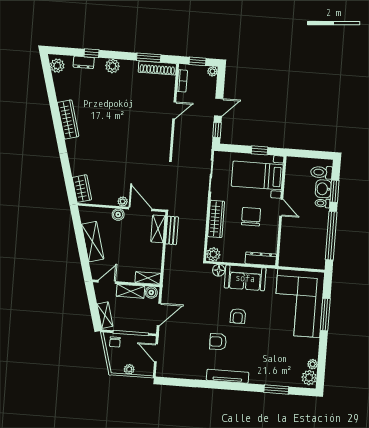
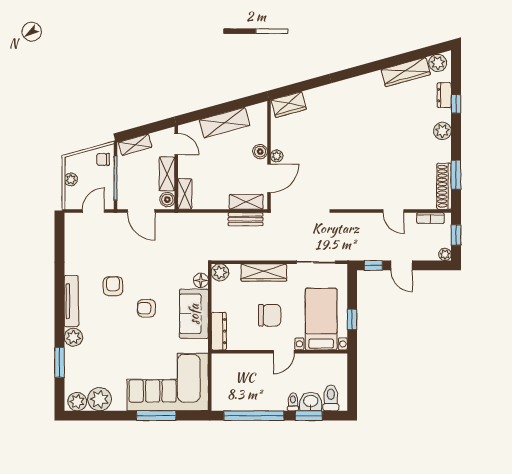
wardrobe: (68, 119) -> (406, 72), moved
plant: (313, 364) -> (99, 399), width x1.88, depth x1.88
plant: (257, 377) -> (73, 337), added

